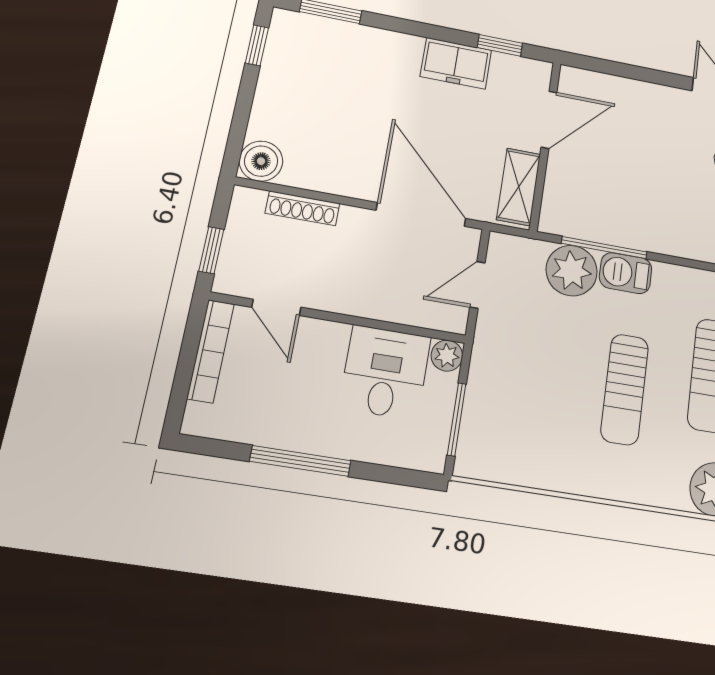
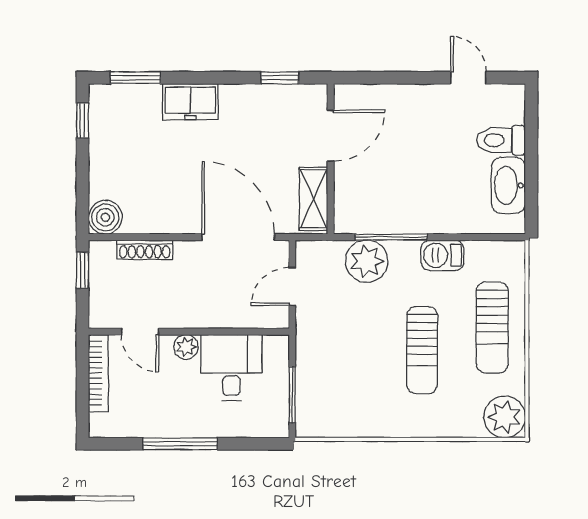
freezer: (456, 63) -> (190, 102), moved
window: (211, 250) -> (83, 270), moved
barbecue: (626, 273) -> (442, 255), moved
plant: (447, 356) -> (186, 347), moved

